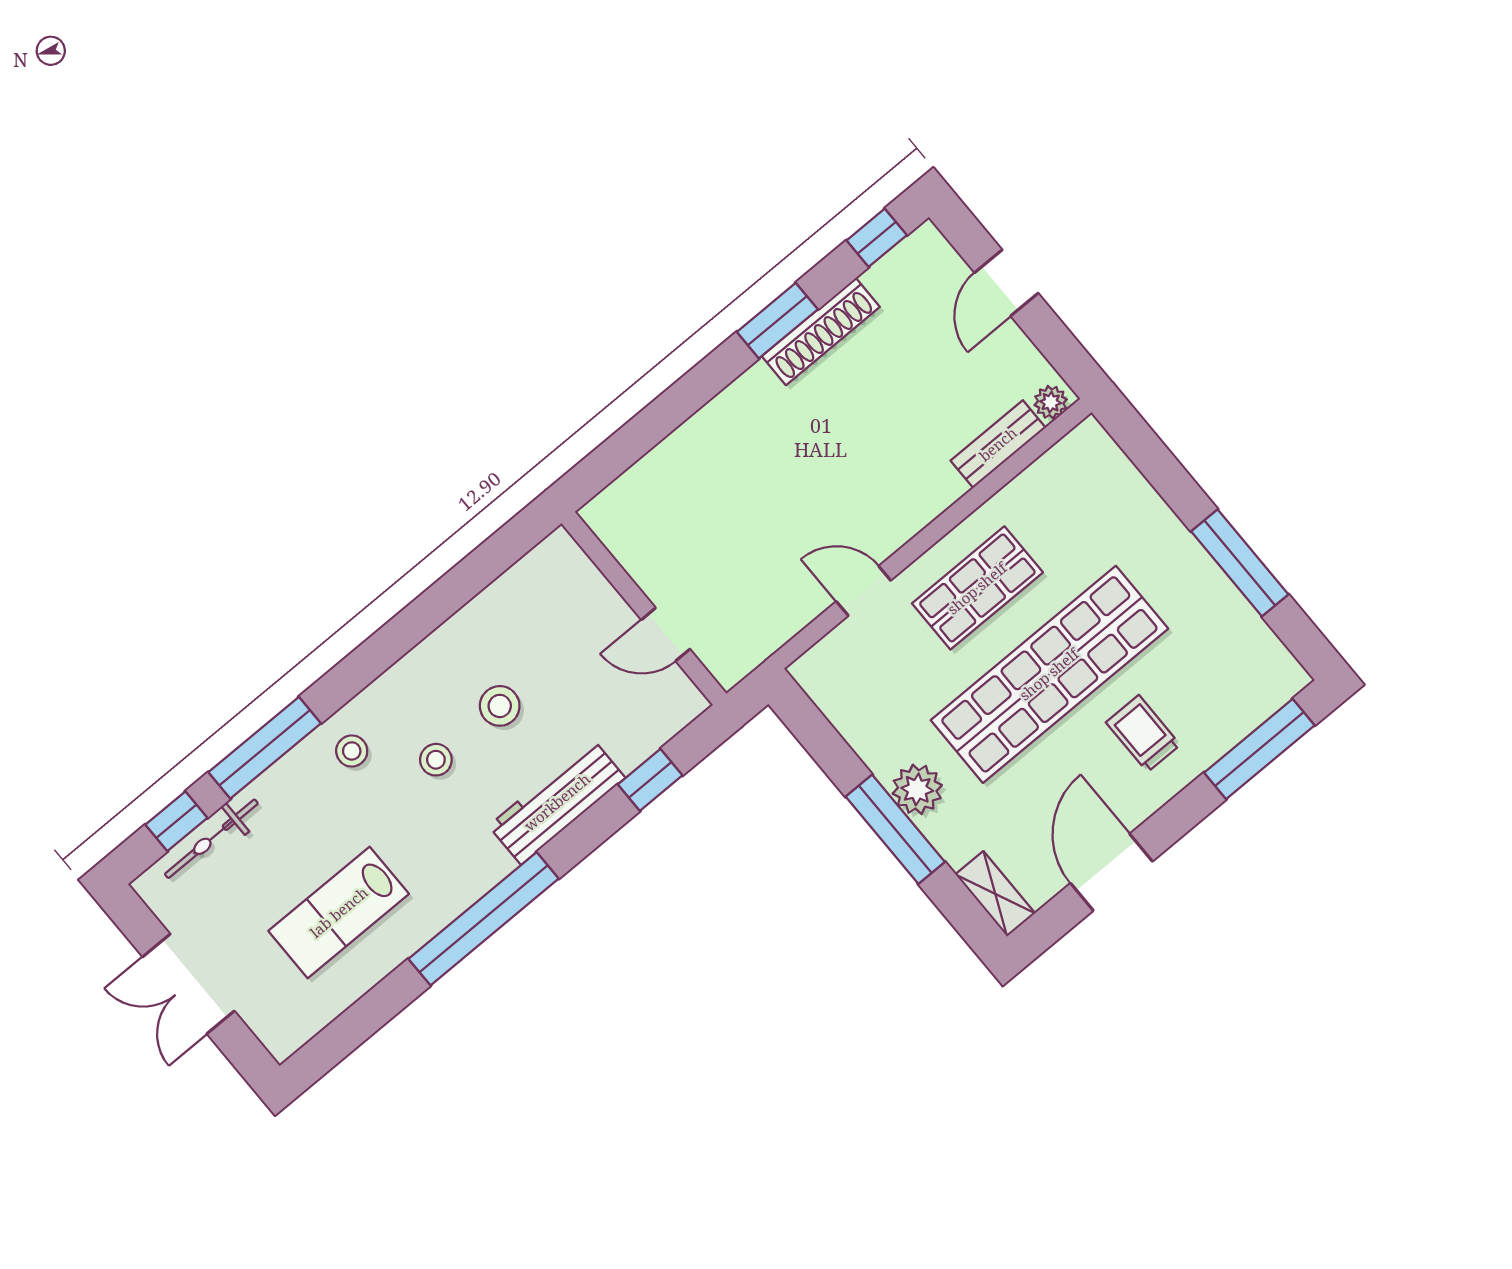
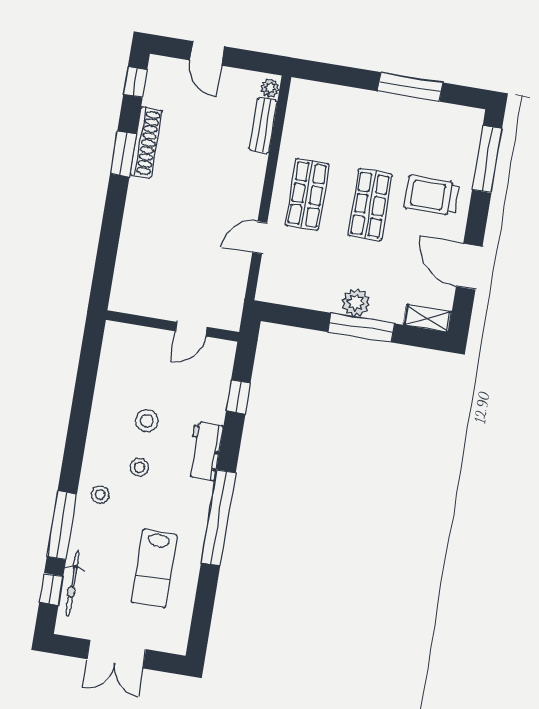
shop shelf: (1049, 674) -> (370, 205), width x0.50, depth x0.74
trolley: (1143, 734) -> (432, 195), width x1.36, depth x1.39
workbench: (557, 802) -> (205, 451), width x0.73

